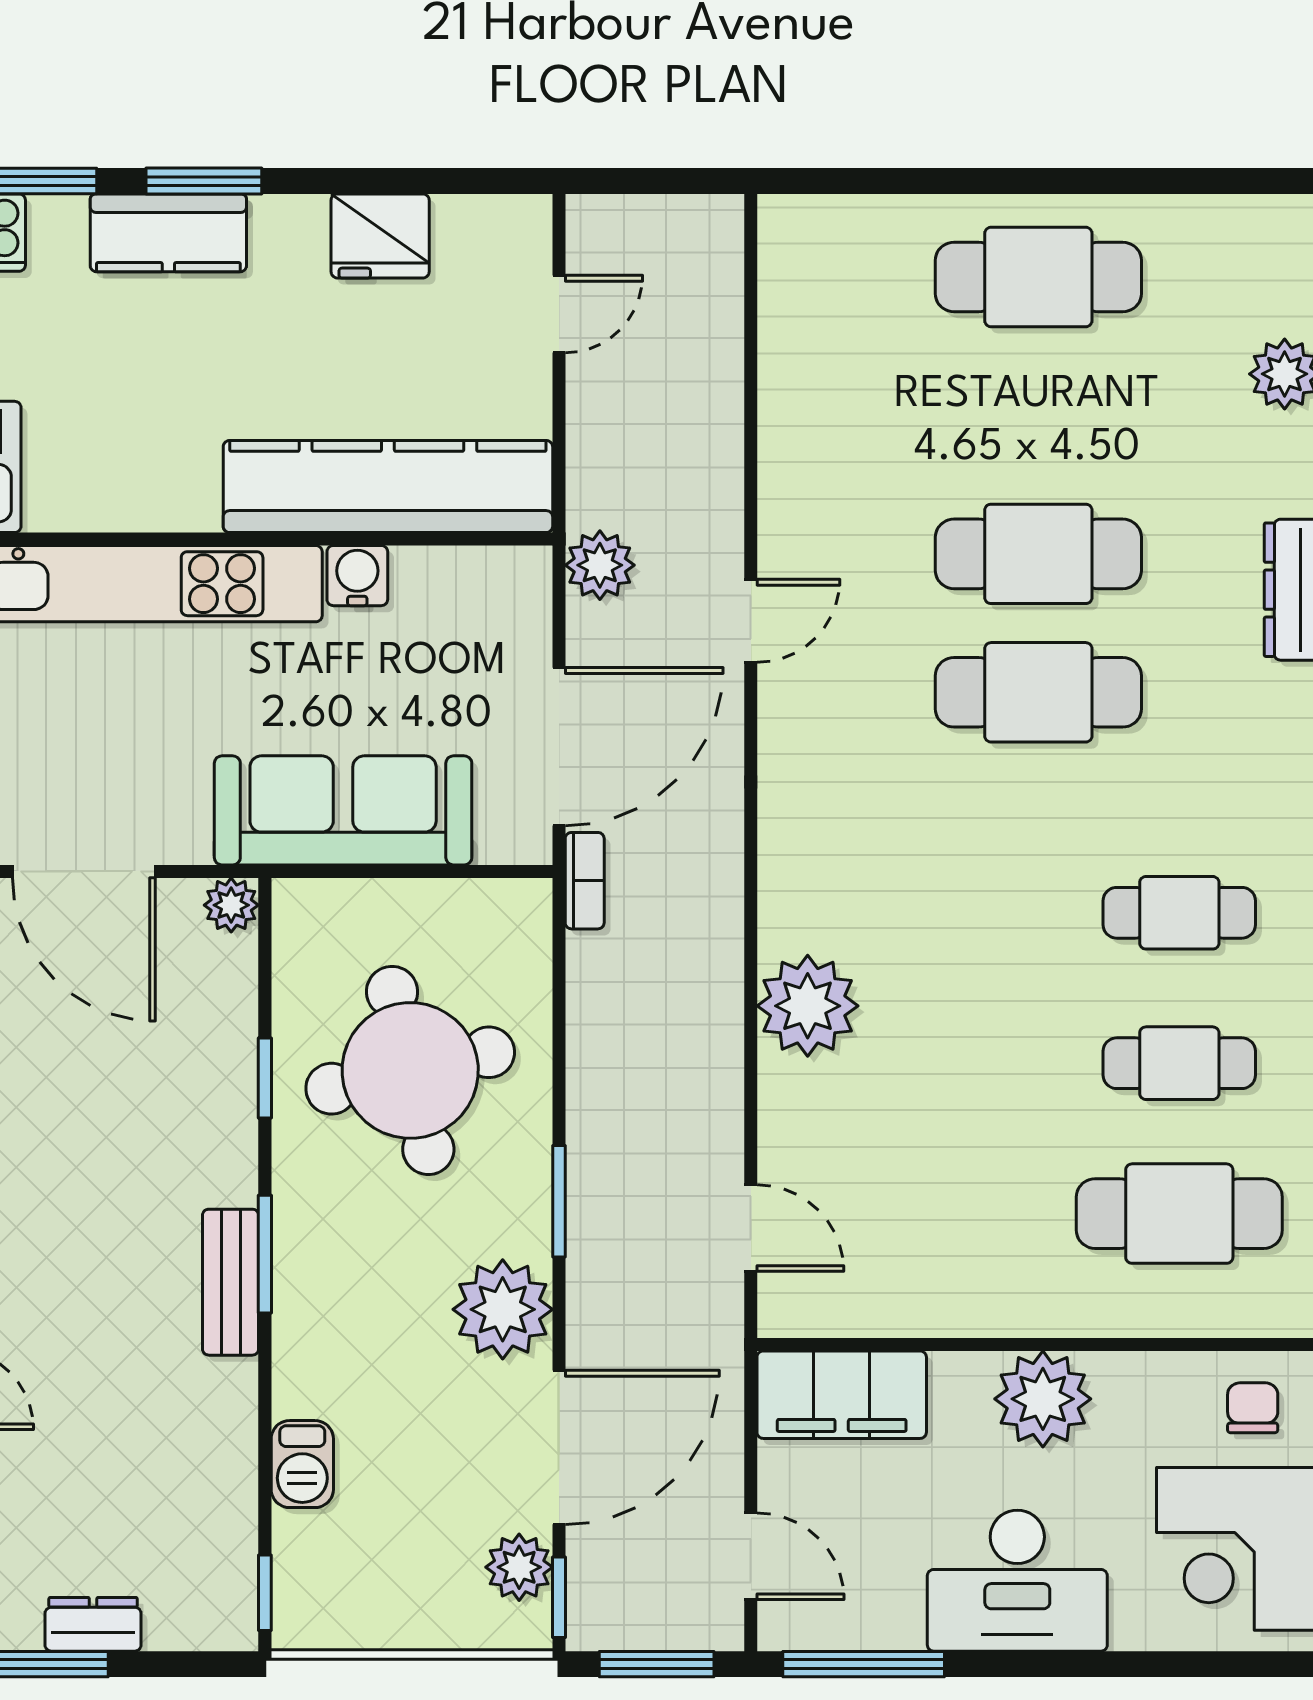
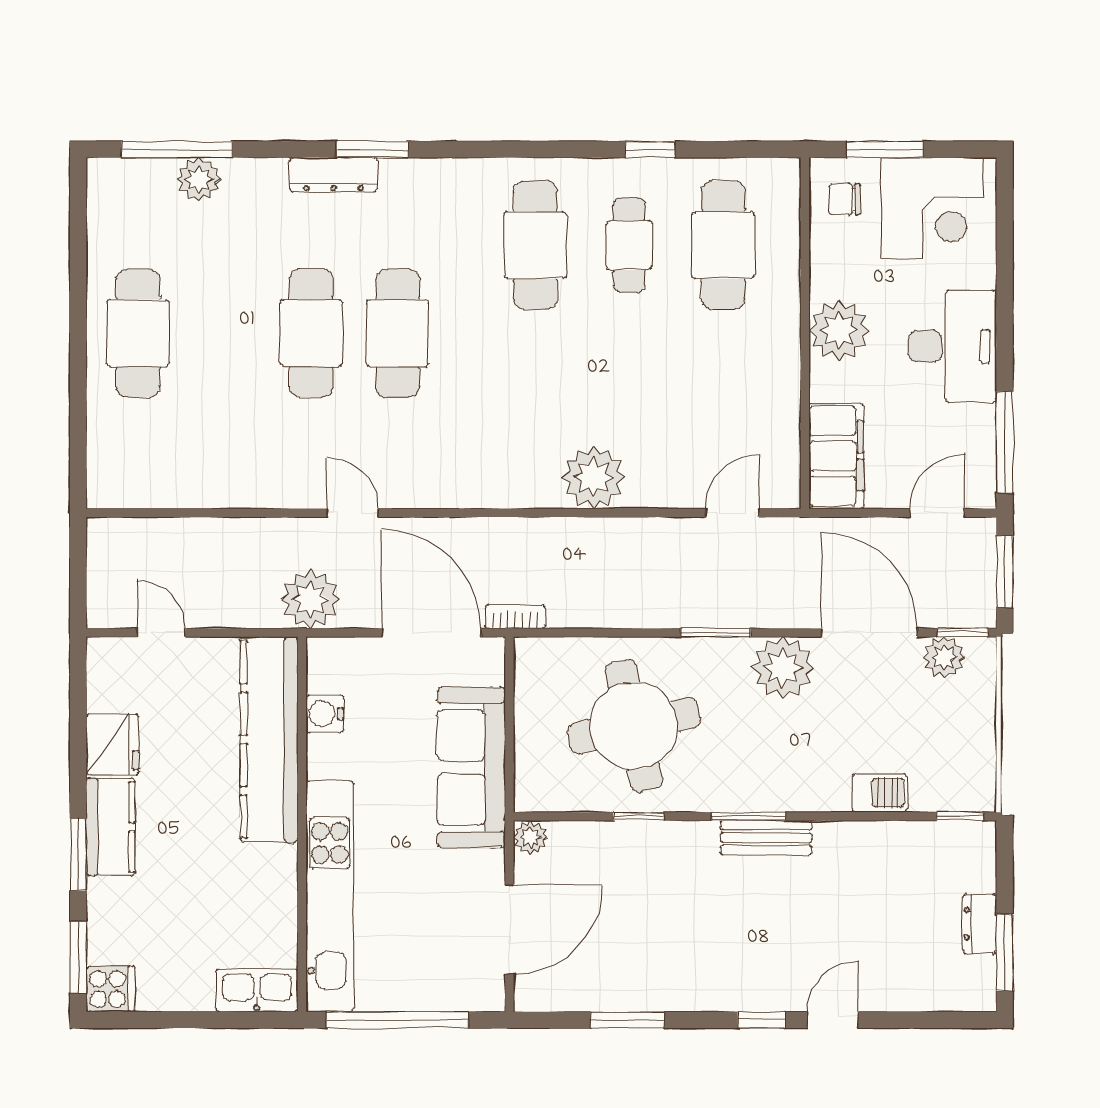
kitchen counter: (168, 233) -> (111, 827), moved
plant: (600, 565) -> (310, 599), width x1.36, depth x1.36
water cooler: (357, 576) -> (325, 714), moved
cafe table: (1179, 913) -> (535, 245), width x1.37, depth x1.35

